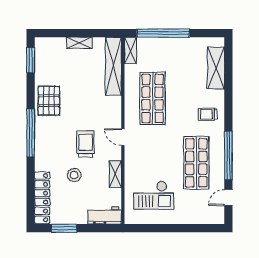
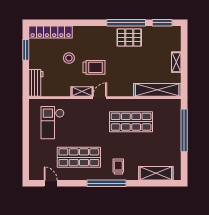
shelving: (130, 50) -> (170, 104), removed
window: (31, 133) -> (126, 23), moved
window: (228, 155) -> (107, 183), moved
shelving: (115, 174) -> (82, 91), moved

